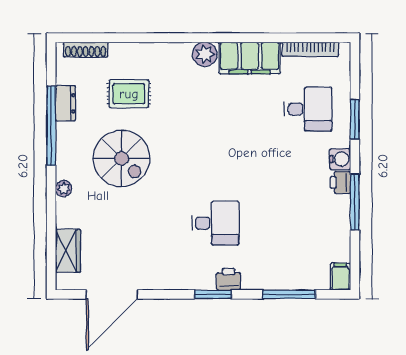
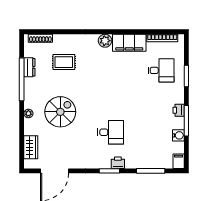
spiral stairs: (122, 158) -> (60, 112), moved, turned -90
water cooler: (340, 159) -> (178, 135), moved

